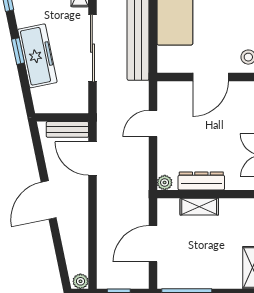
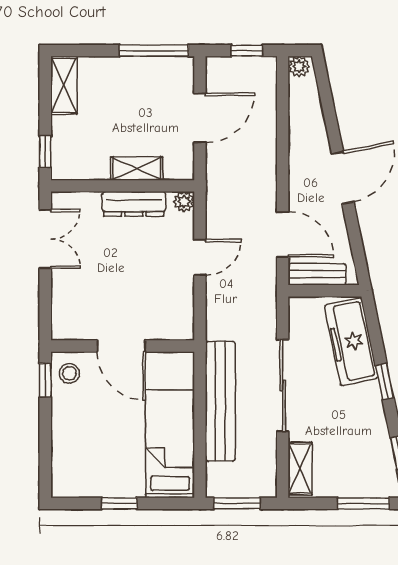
freezer: (37, 56) -> (351, 342), moved
door: (211, 77) -> (121, 346), swing flipped
door: (153, 123) -> (200, 257), moved

